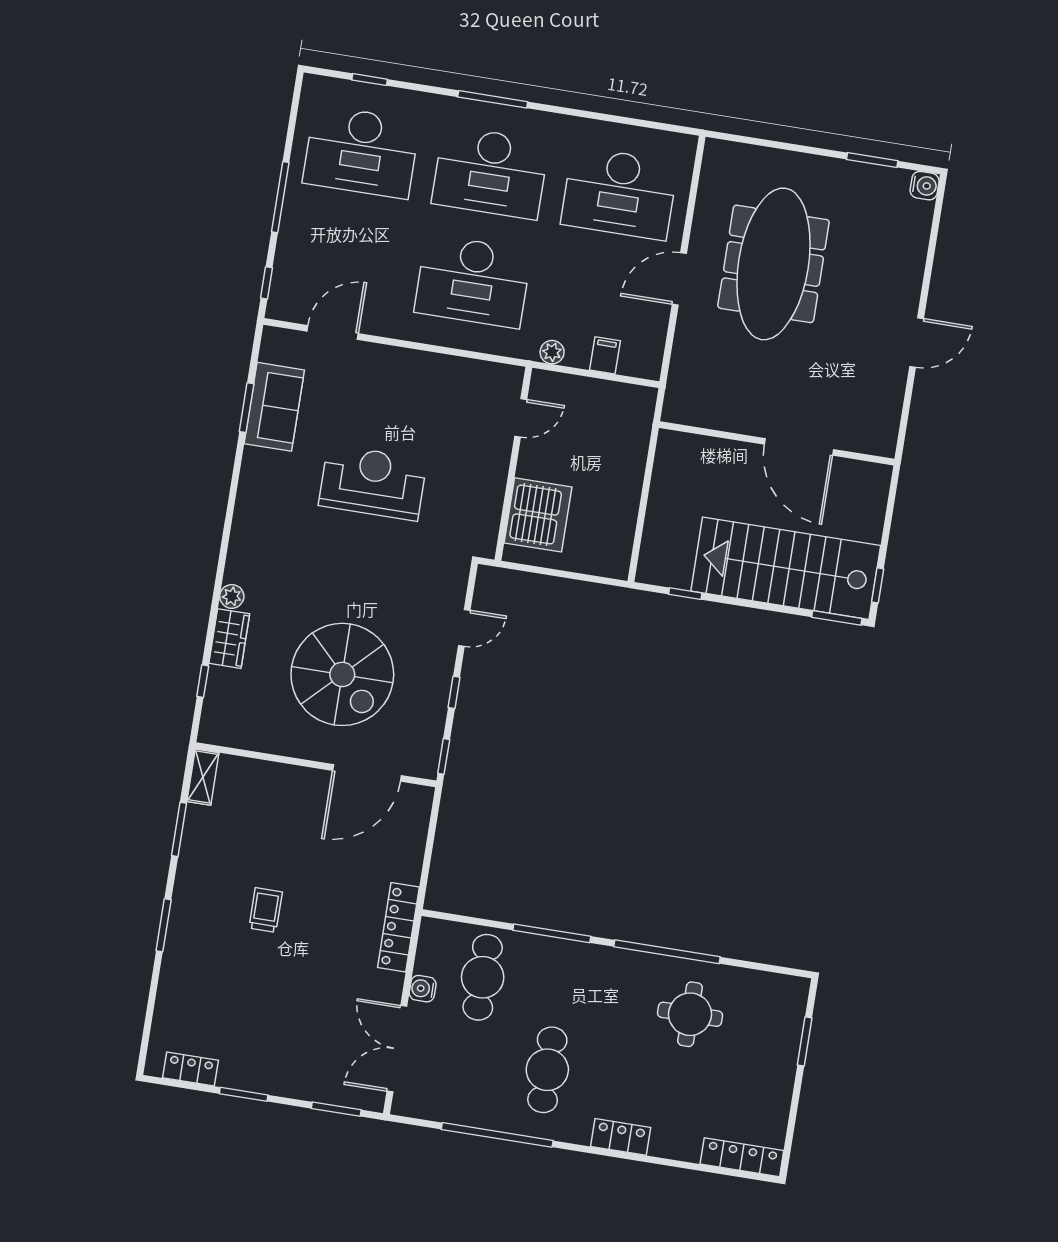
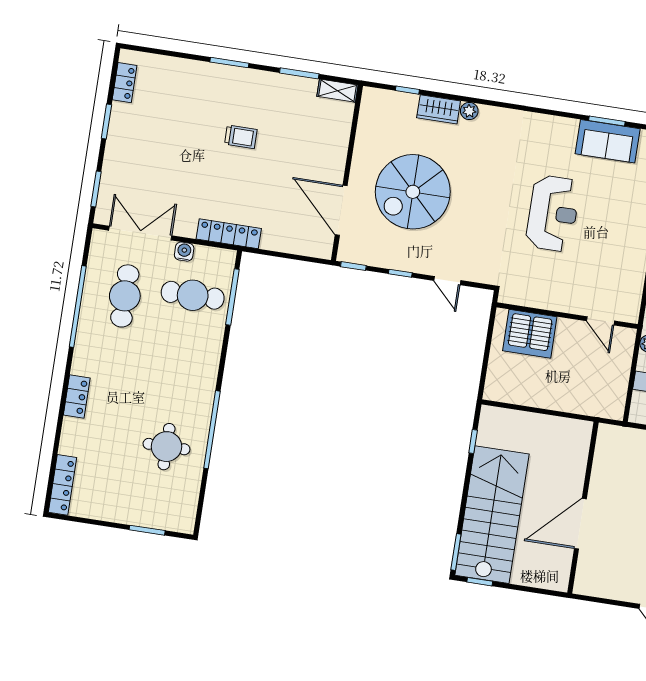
window: (552, 933) -> (232, 297), moved
cafe table: (547, 1070) -> (125, 296), moved, turned 90

